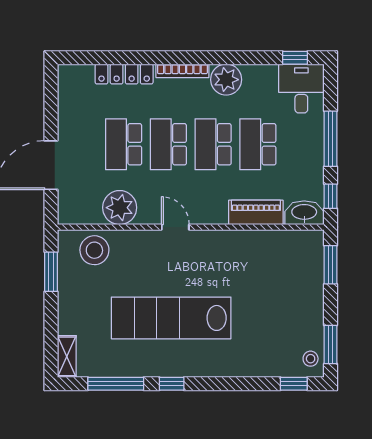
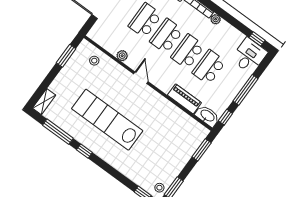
plant: (226, 80) -> (216, 19), width x0.53, depth x0.53
plant: (120, 208) -> (122, 56), width x0.53, depth x0.53
stool: (94, 250) -> (94, 61), width x0.53, depth x0.53

